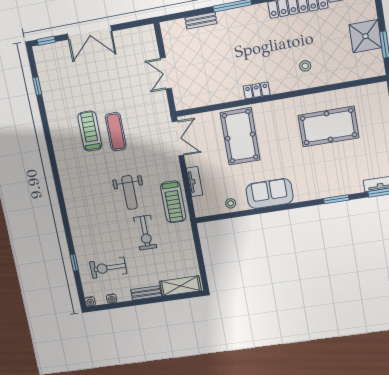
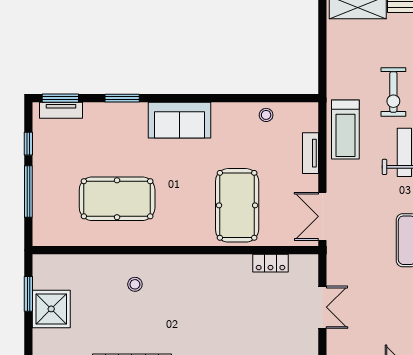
locker: (257, 90) -> (270, 263), moved
sofa: (270, 194) -> (180, 120), moved
treadmill: (173, 202) -> (345, 130), turned 180
exercise bike: (145, 233) -> (393, 92), turned 180

